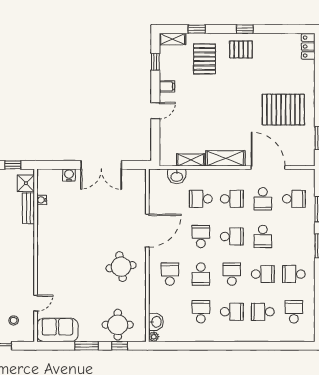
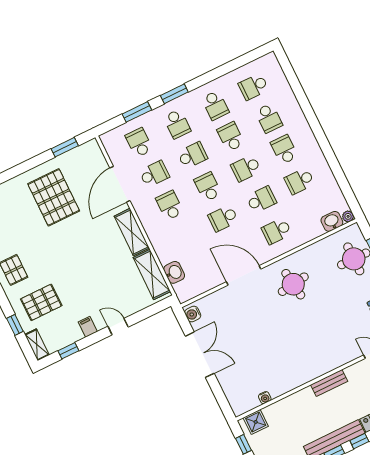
shelving: (191, 160) -> (152, 274), width x1.50, depth x1.33
water cooler: (69, 175) -> (193, 314), moved
school desk: (201, 199) -> (177, 124), moved
bench: (28, 208) -> (329, 383), moved

